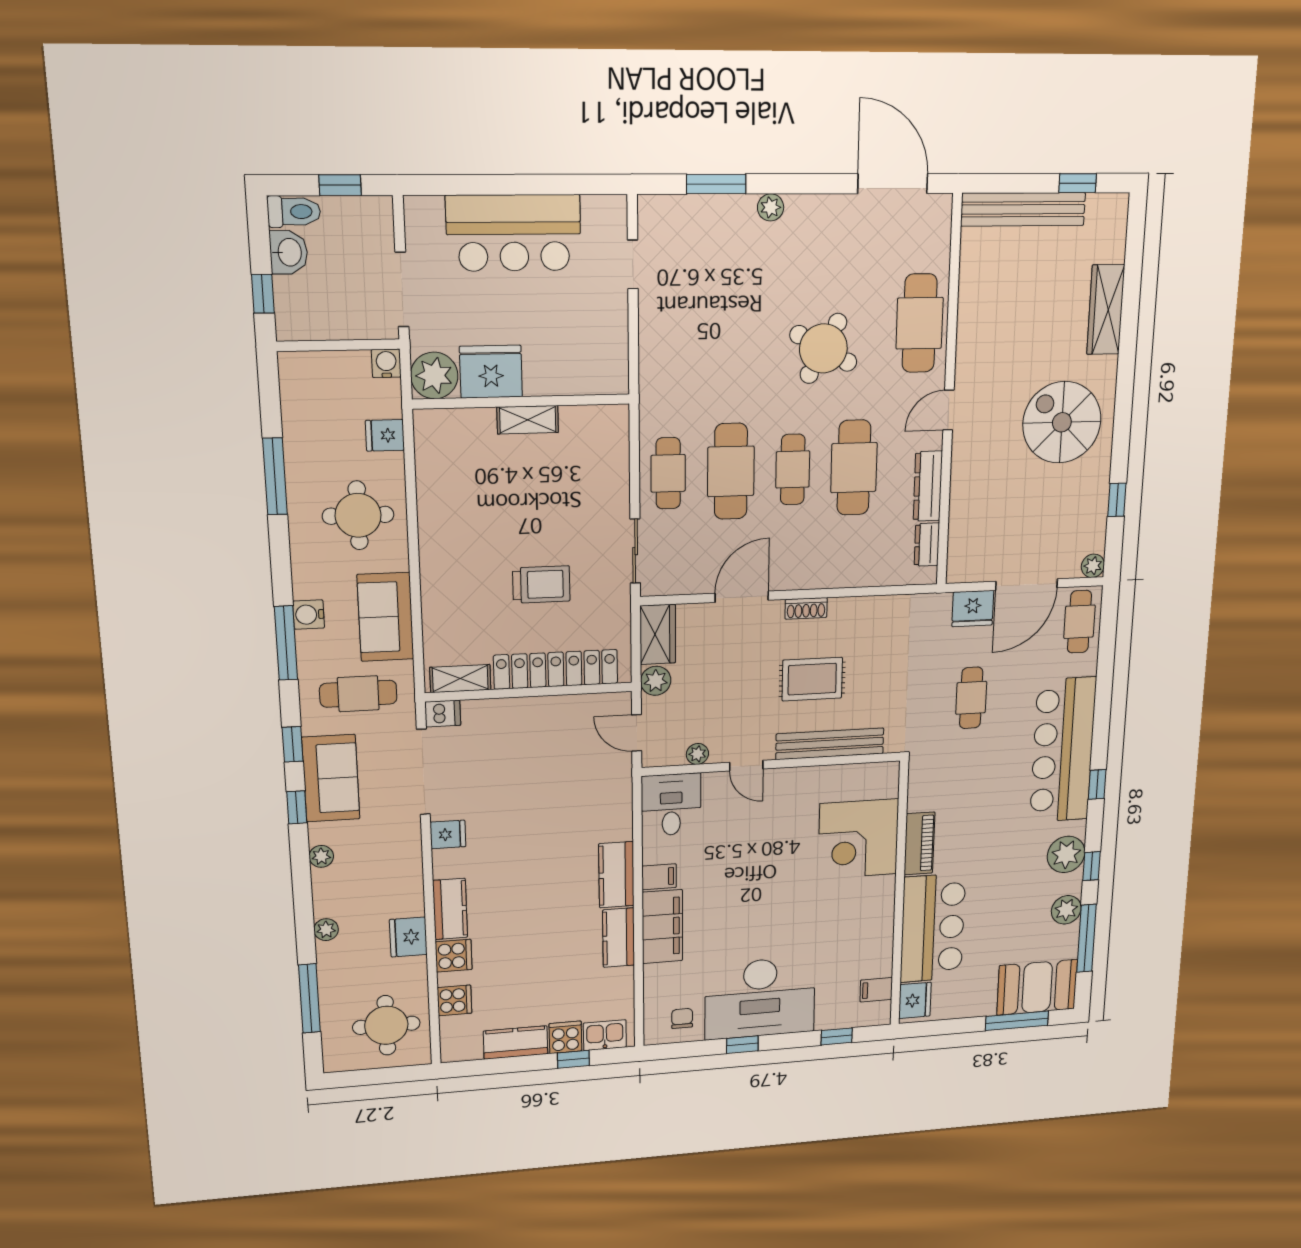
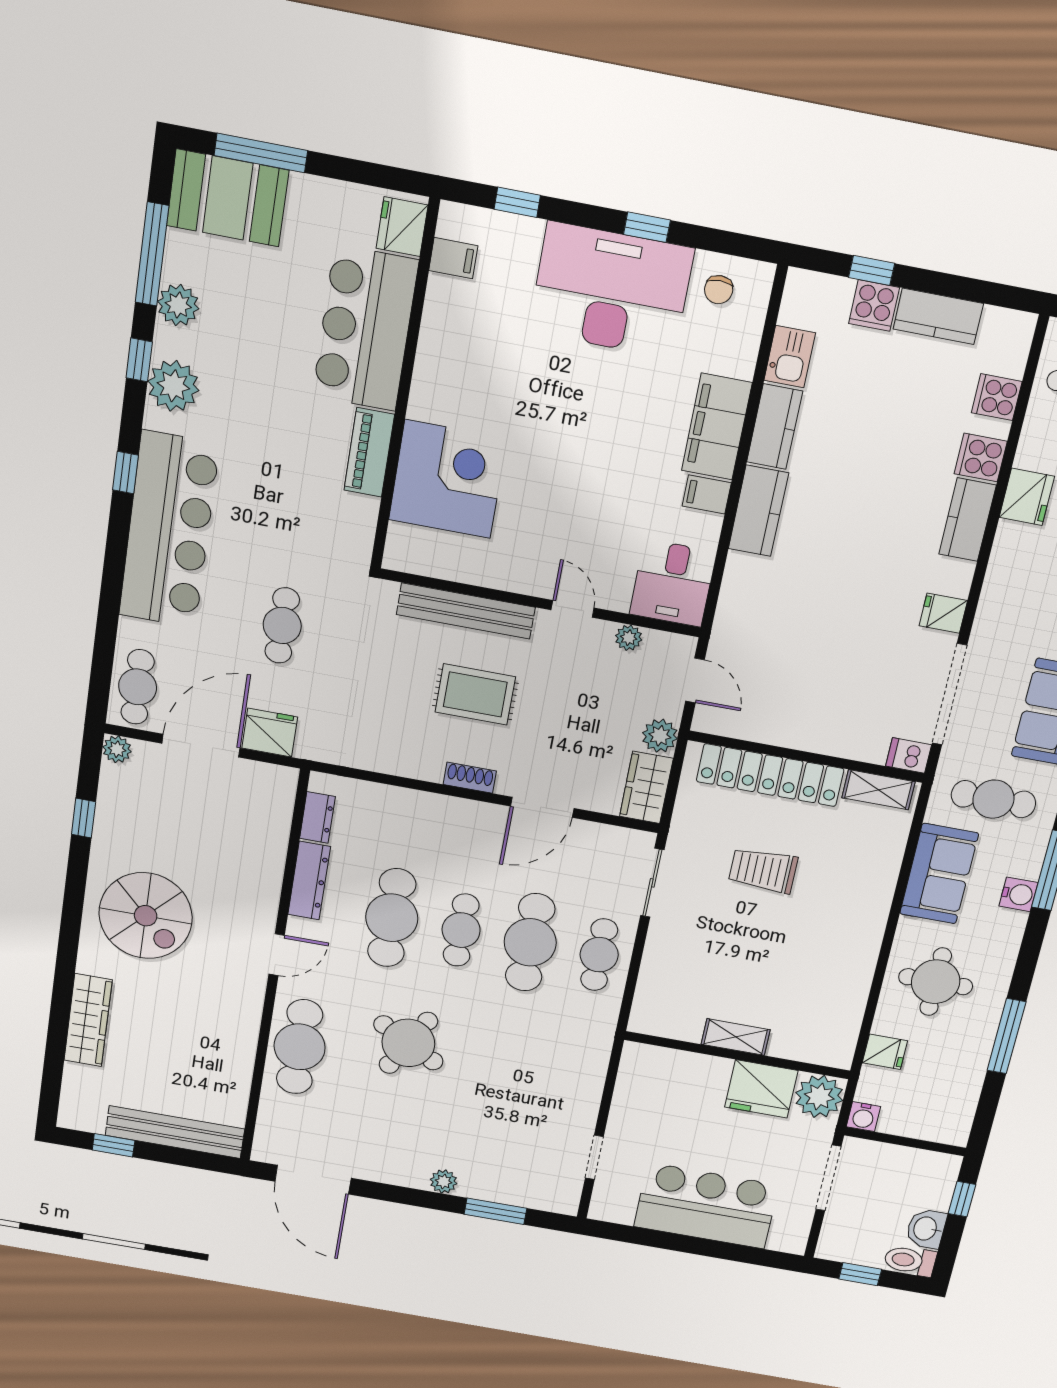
kitchen sink: (605, 1035) -> (790, 357), moved, turned -90

